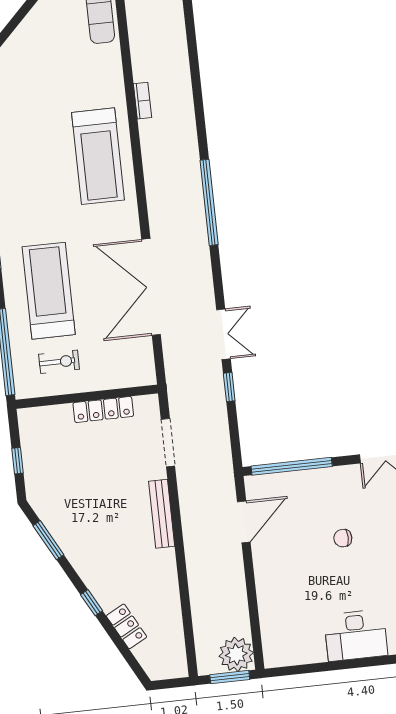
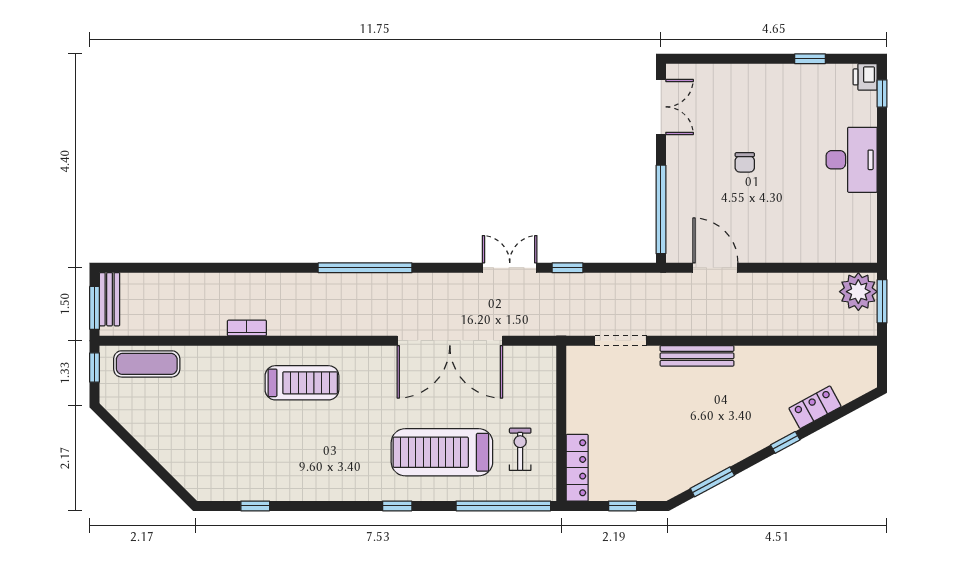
treadmill: (98, 156) -> (302, 383), width x0.73, depth x0.73
locker: (103, 410) -> (577, 468), moved

